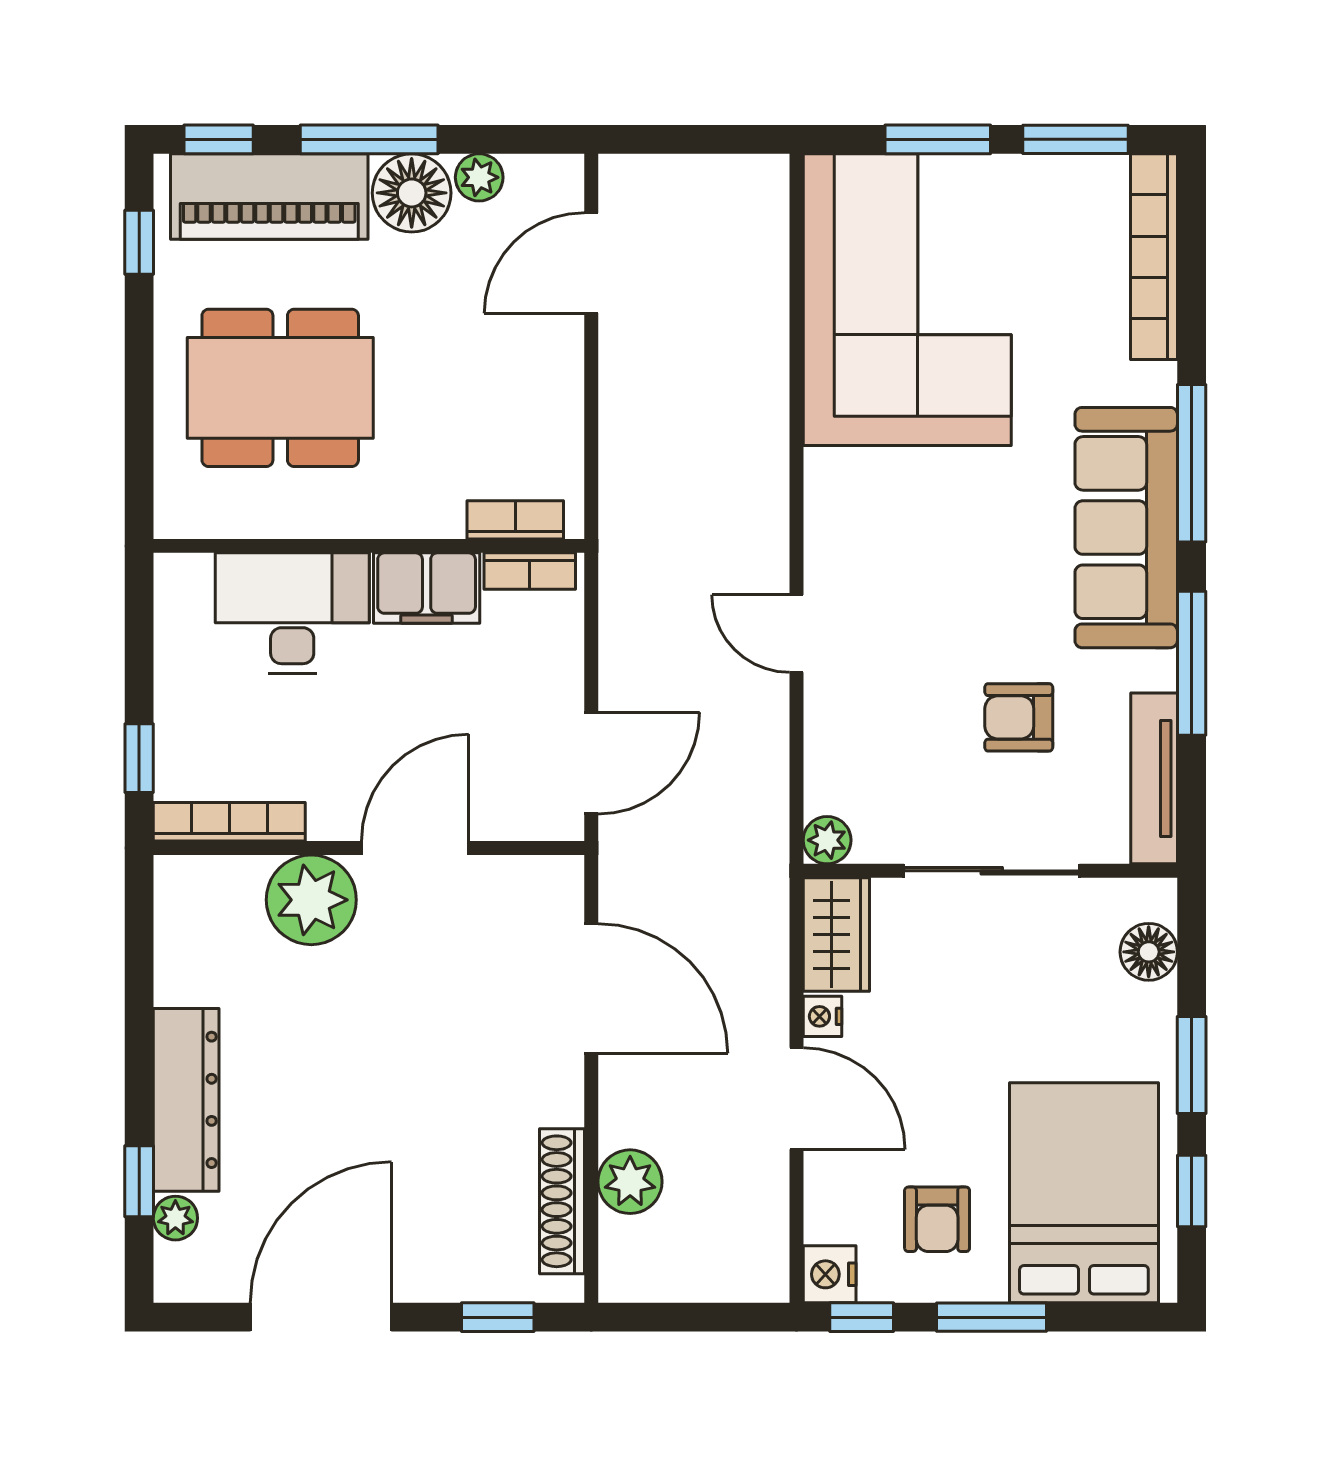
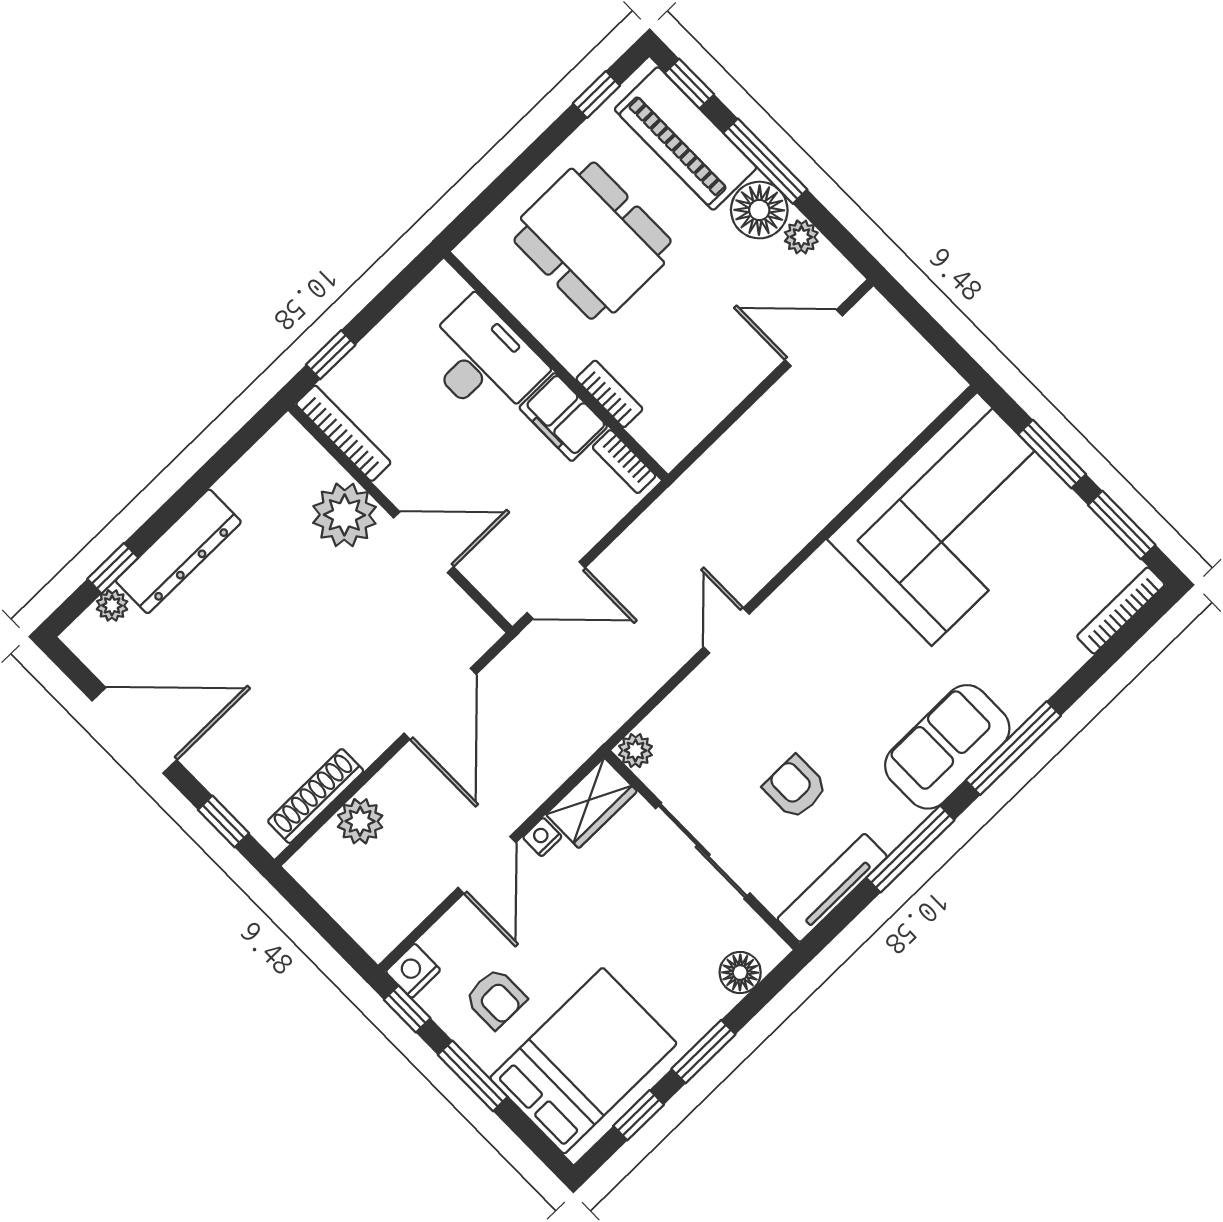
bookcase: (1154, 257) -> (1121, 611), width x0.68, depth x0.76
bookcase: (515, 520) -> (609, 394), moved
sofa: (1126, 528) -> (947, 747), width x0.73
armchair: (937, 1219) -> (496, 998), turned -90

